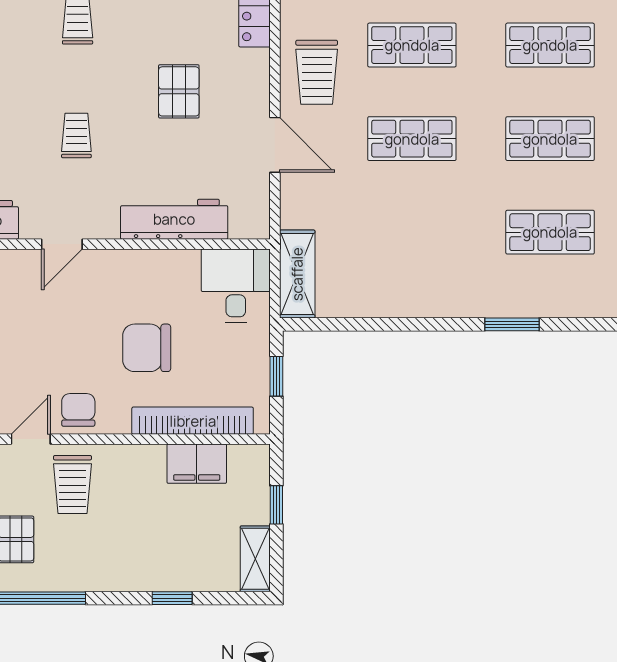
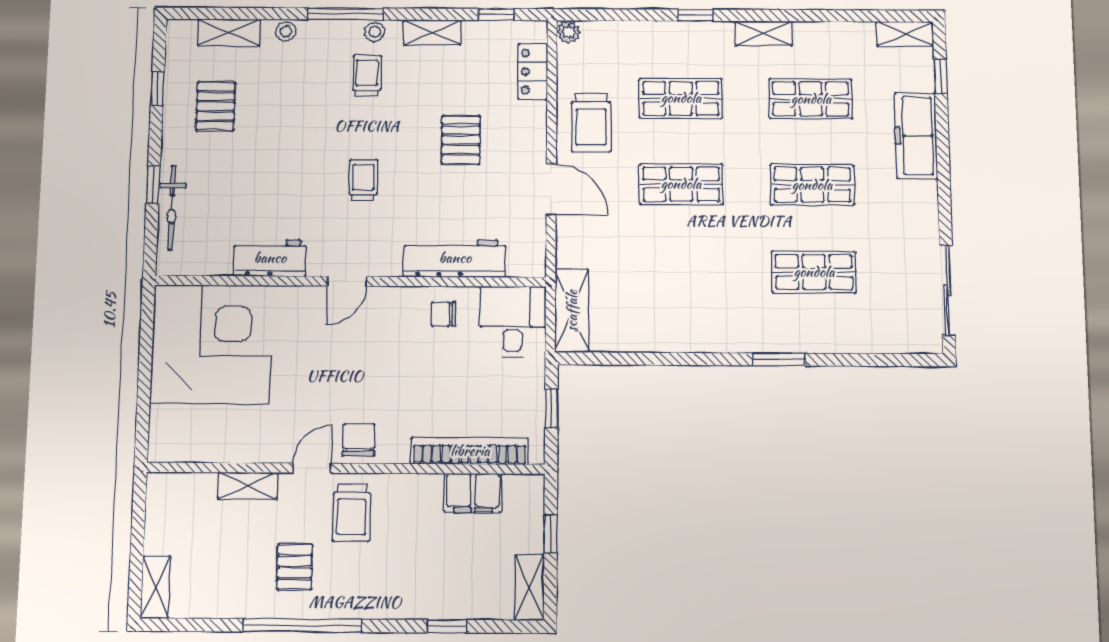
chair: (147, 348) -> (443, 314), moved, width x0.54, depth x0.54

